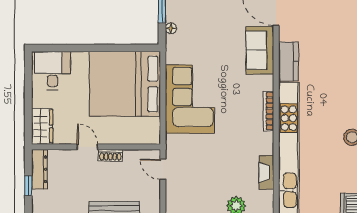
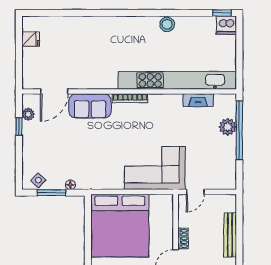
kitchen counter: (288, 61) -> (100, 81), removed
corner sofa: (190, 99) -> (155, 168), moved
bookcase: (269, 111) -> (130, 98), moved

